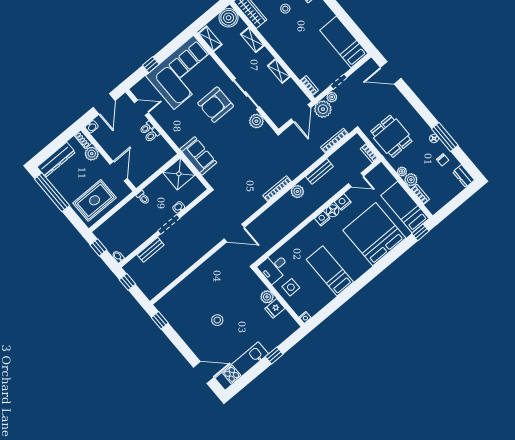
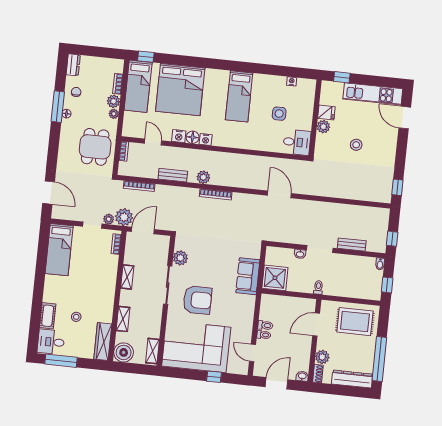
desk: (274, 268) -> (297, 142), moved
plant: (267, 297) -> (323, 127), moved
wall: (278, 297) -> (315, 118), moved
fridge: (275, 308) -> (326, 112), moved

